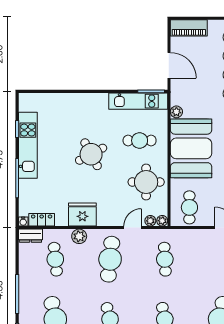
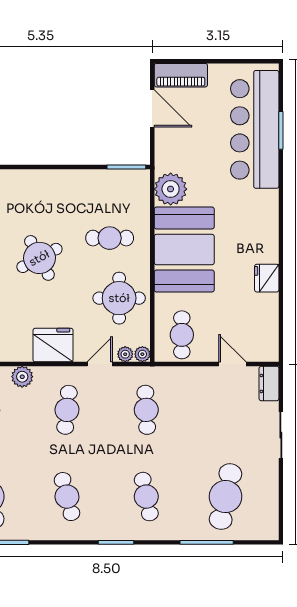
door: (169, 65) -> (152, 108), moved
kitchen unit: (138, 101) -> (108, 181), removed
plant: (176, 112) -> (171, 189), width x1.88, depth x1.88
fridge: (82, 214) -> (53, 345), moved
cafe table: (110, 259) -> (67, 410), width x0.73, depth x0.74

